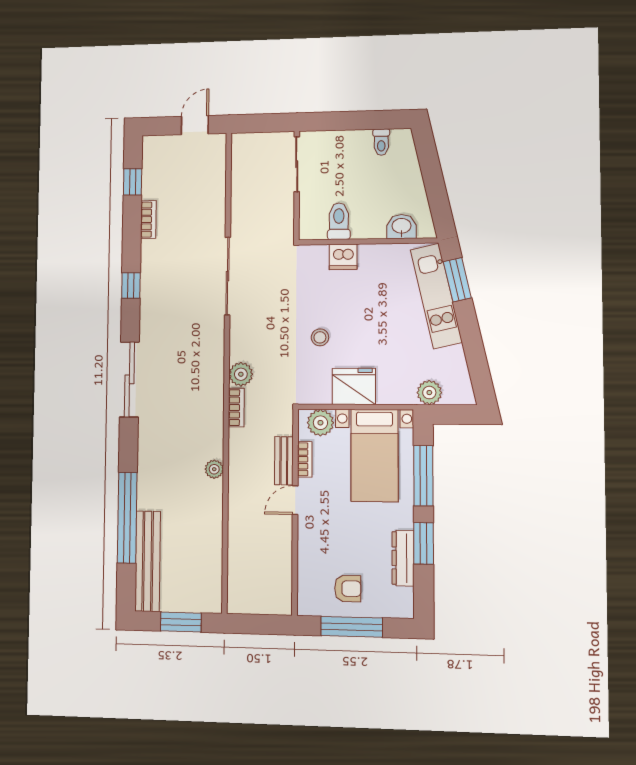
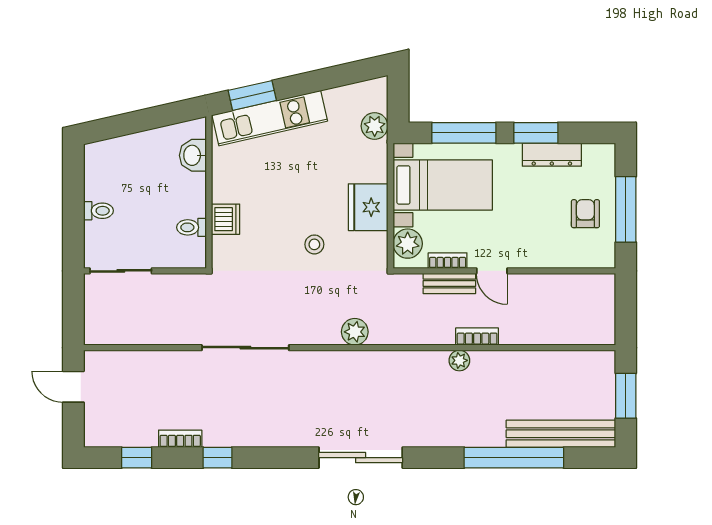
toilet: (381, 142) -> (98, 211), moved
toilet: (339, 221) -> (191, 227), width x0.73, depth x0.72
window: (131, 286) -> (218, 458), moved
bookcase: (236, 408) -> (477, 337), moved

